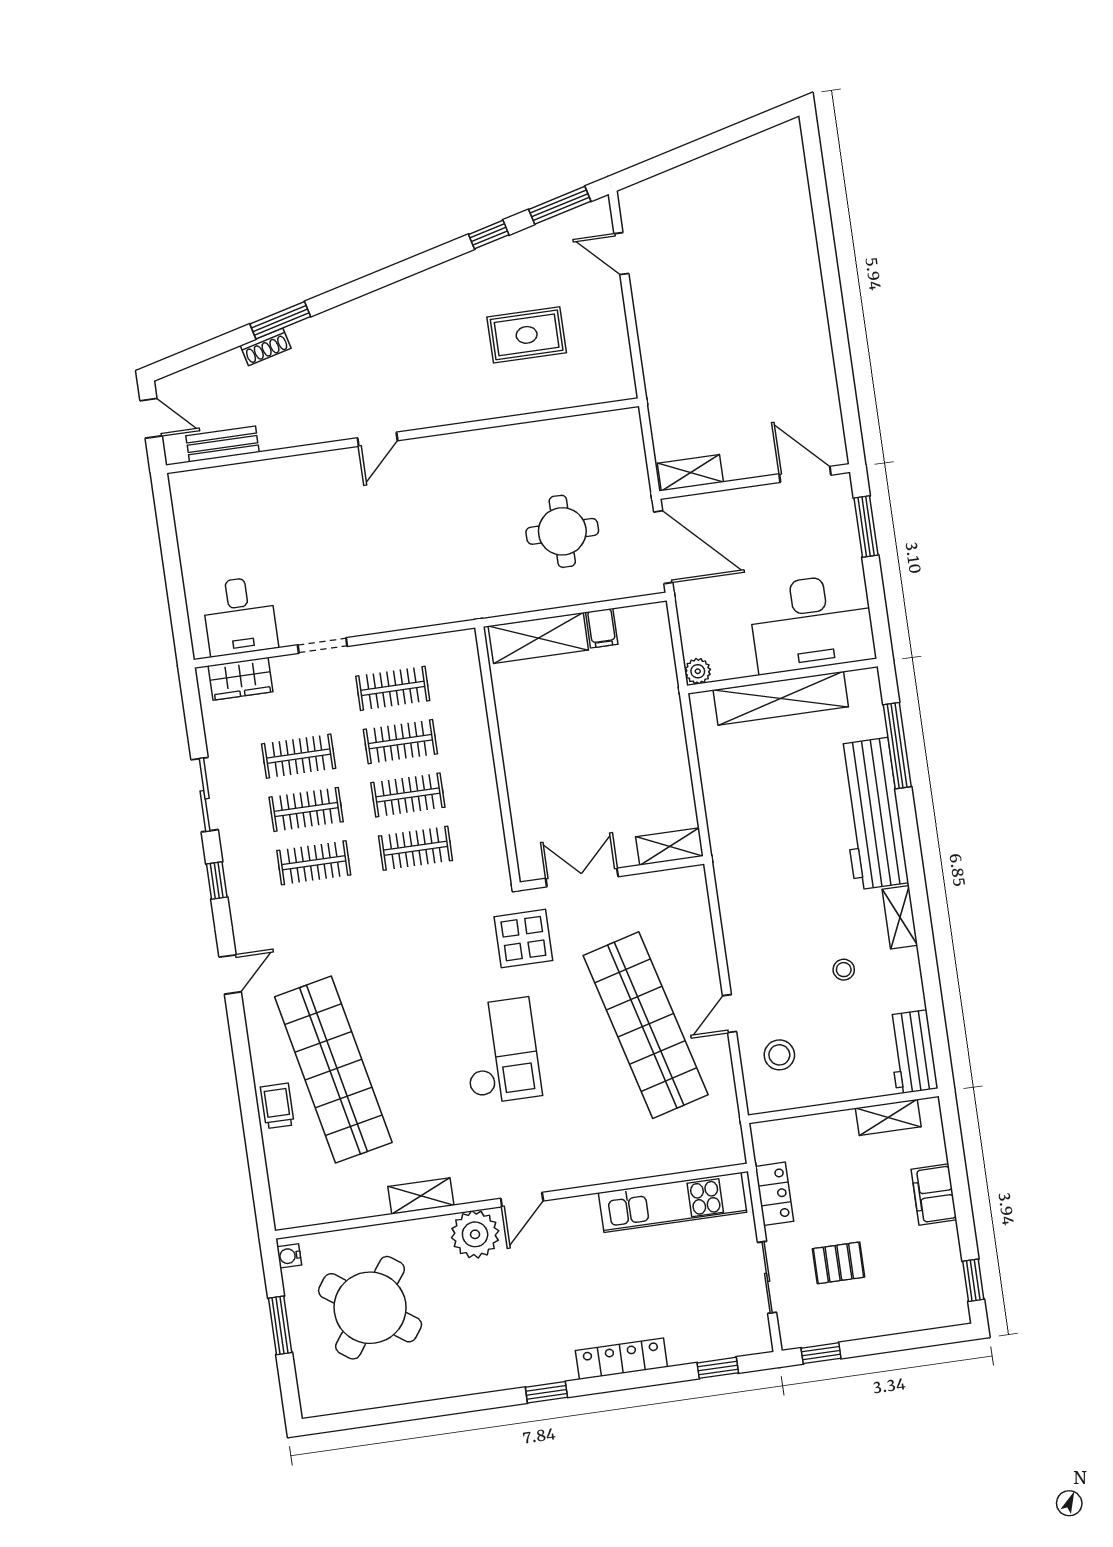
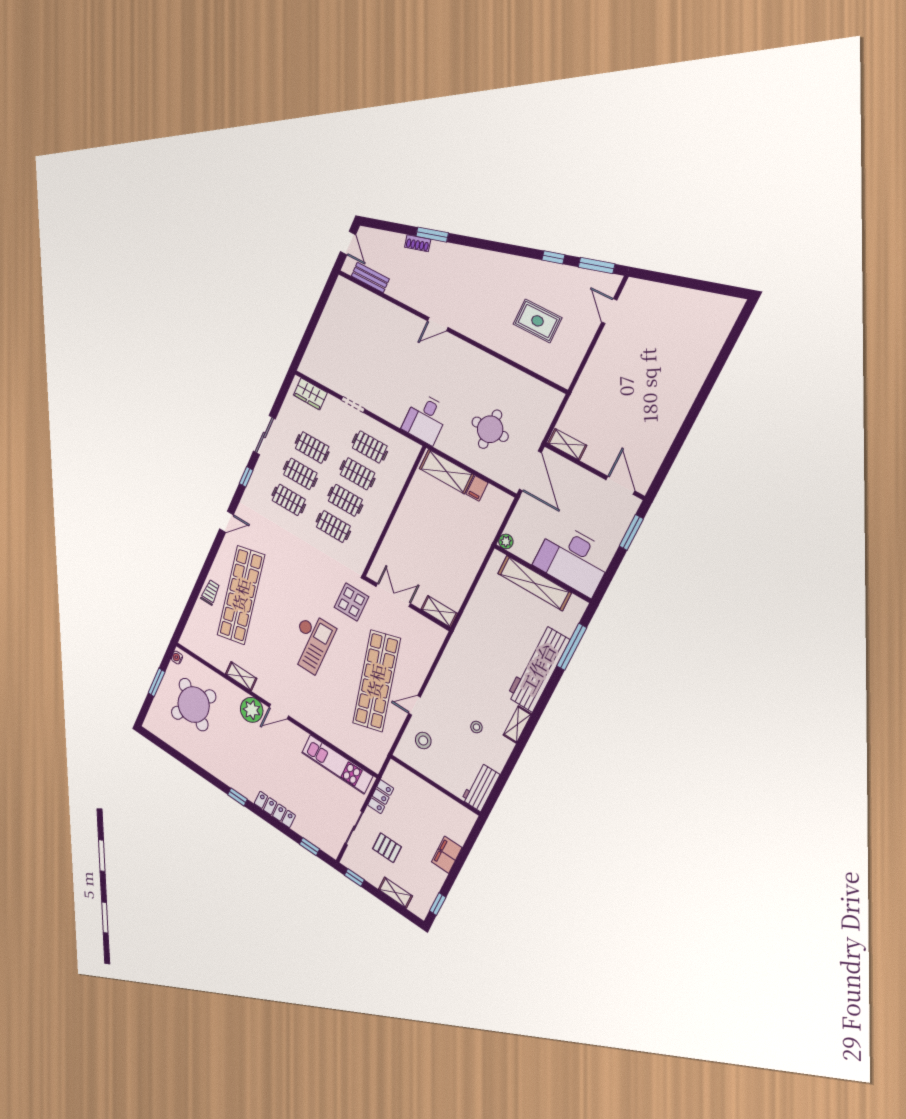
desk: (240, 616) -> (425, 419), moved
shelving: (888, 1117) -> (395, 893), moved

